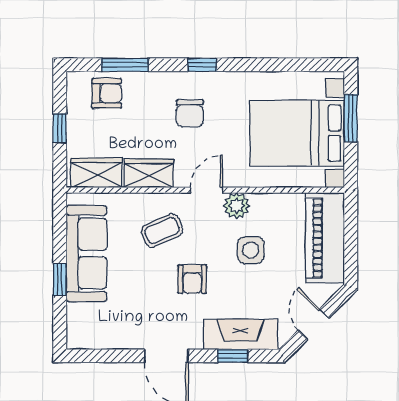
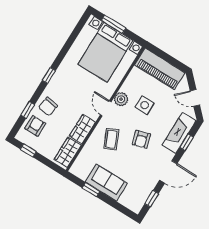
window: (125, 65) -> (28, 110), width x0.67
chair: (190, 113) -> (48, 106), moved, turned 99
window: (60, 128) -> (28, 150), moved
sofa: (86, 254) -> (106, 183), width x0.73
window: (60, 279) -> (91, 190), moved
armchair: (192, 279) -> (141, 139), turned 73
window: (106, 356) -> (152, 199), added

